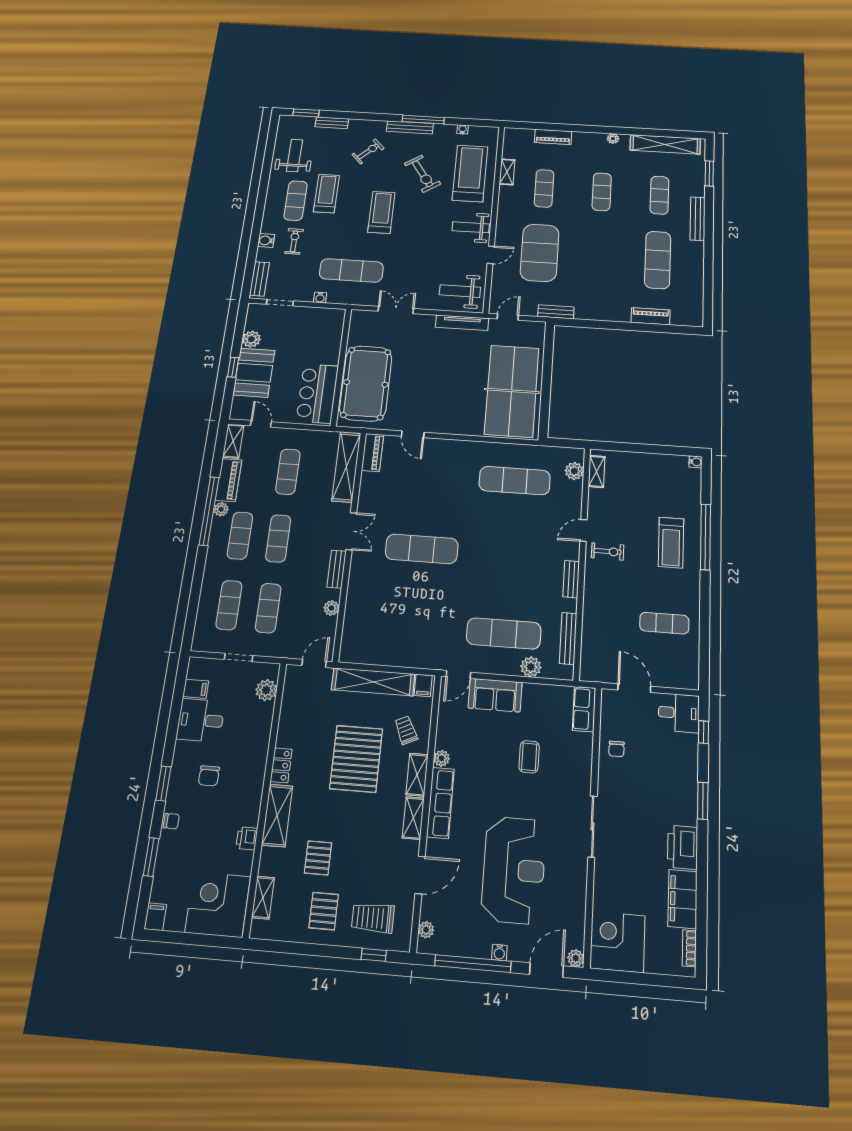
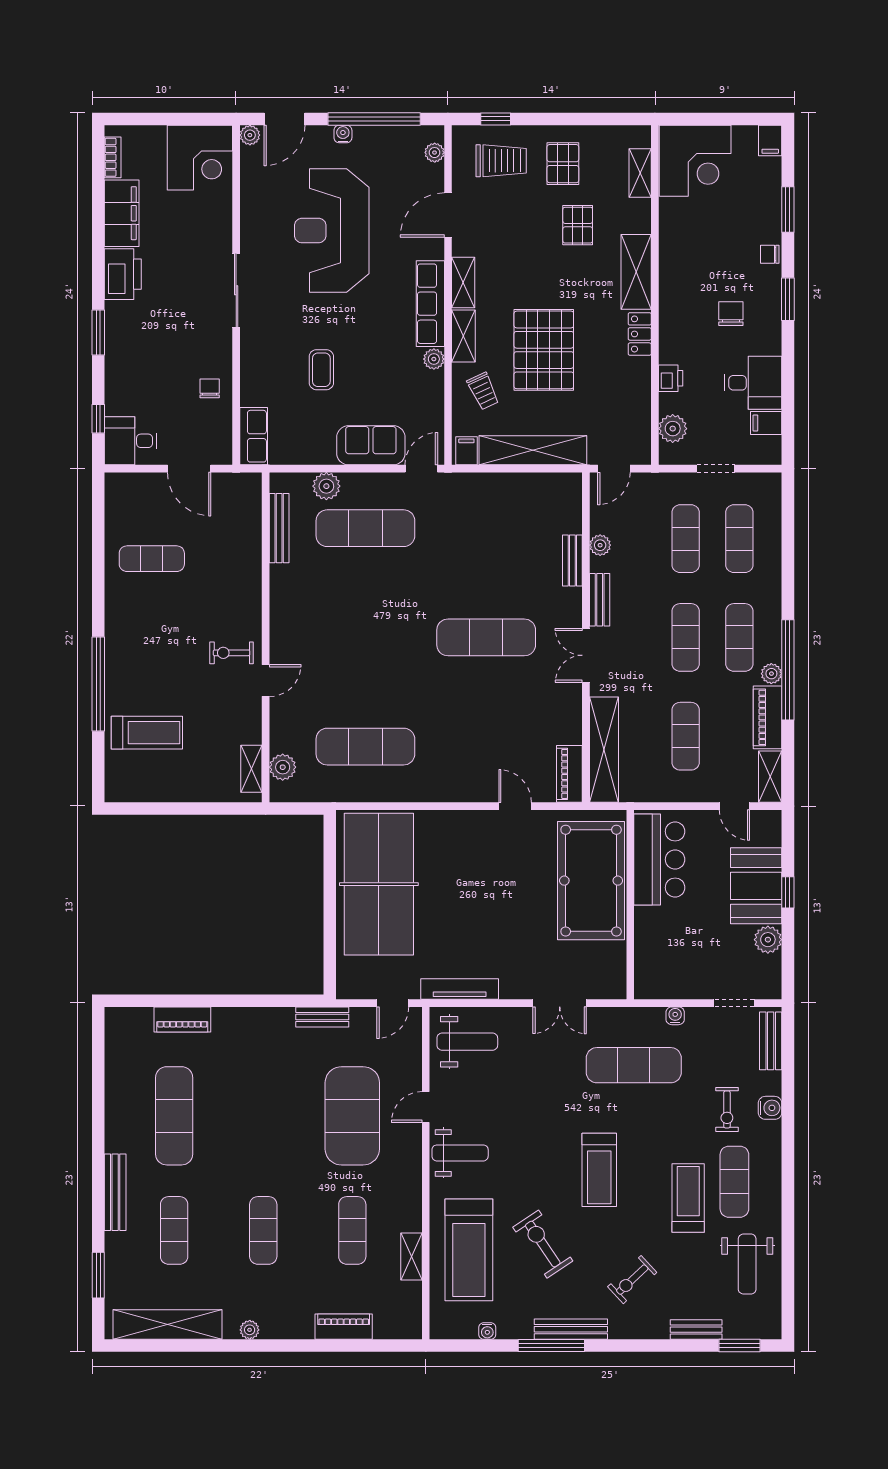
treadmill: (326, 193) -> (688, 1198), turned 180
water cooler: (696, 462) -> (113, 794), removed
treadmill: (671, 543) -> (147, 733), moved, turned 90
bench: (571, 579) -> (572, 561), moved
printer: (247, 838) -> (671, 378), moved

